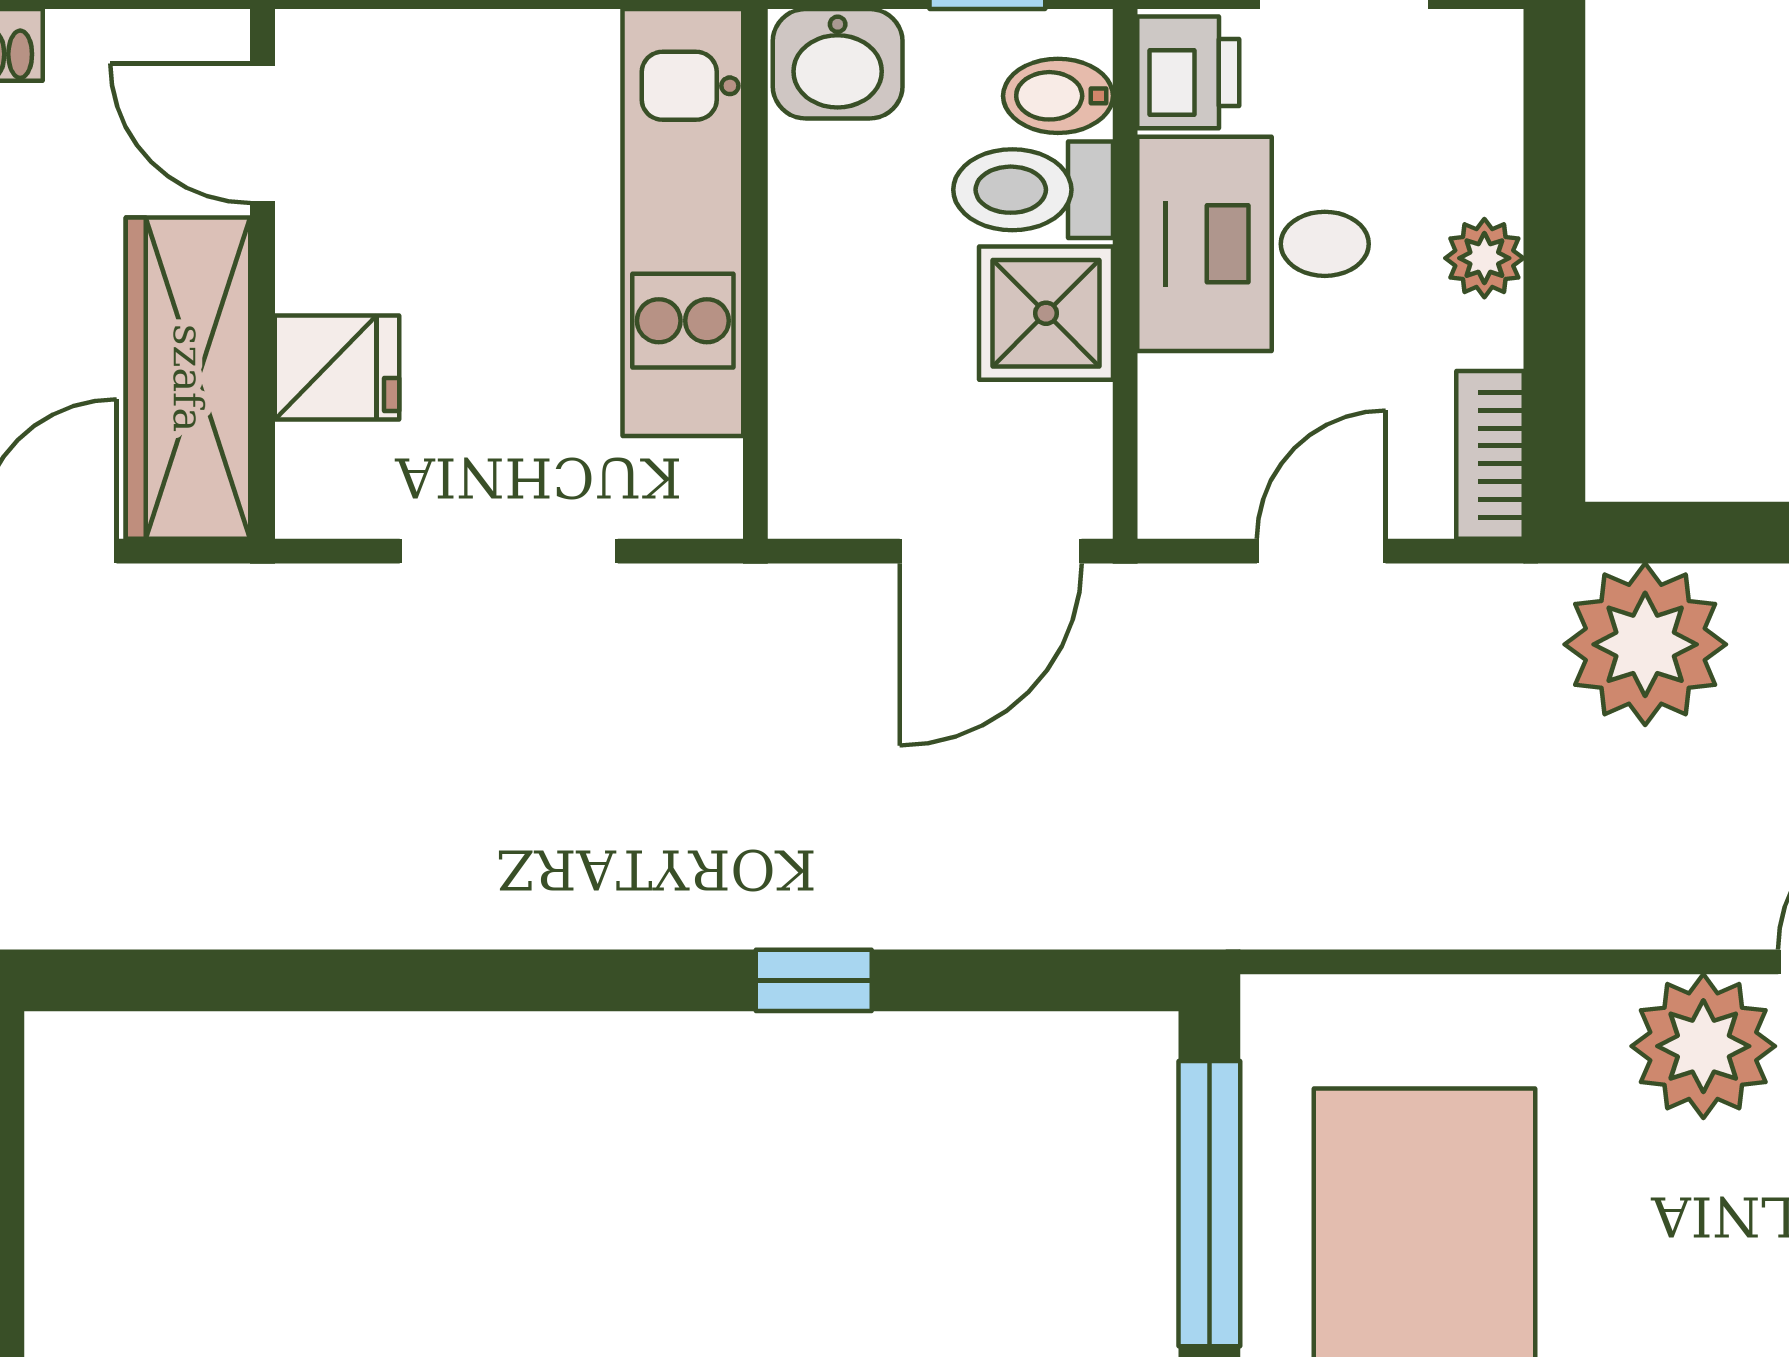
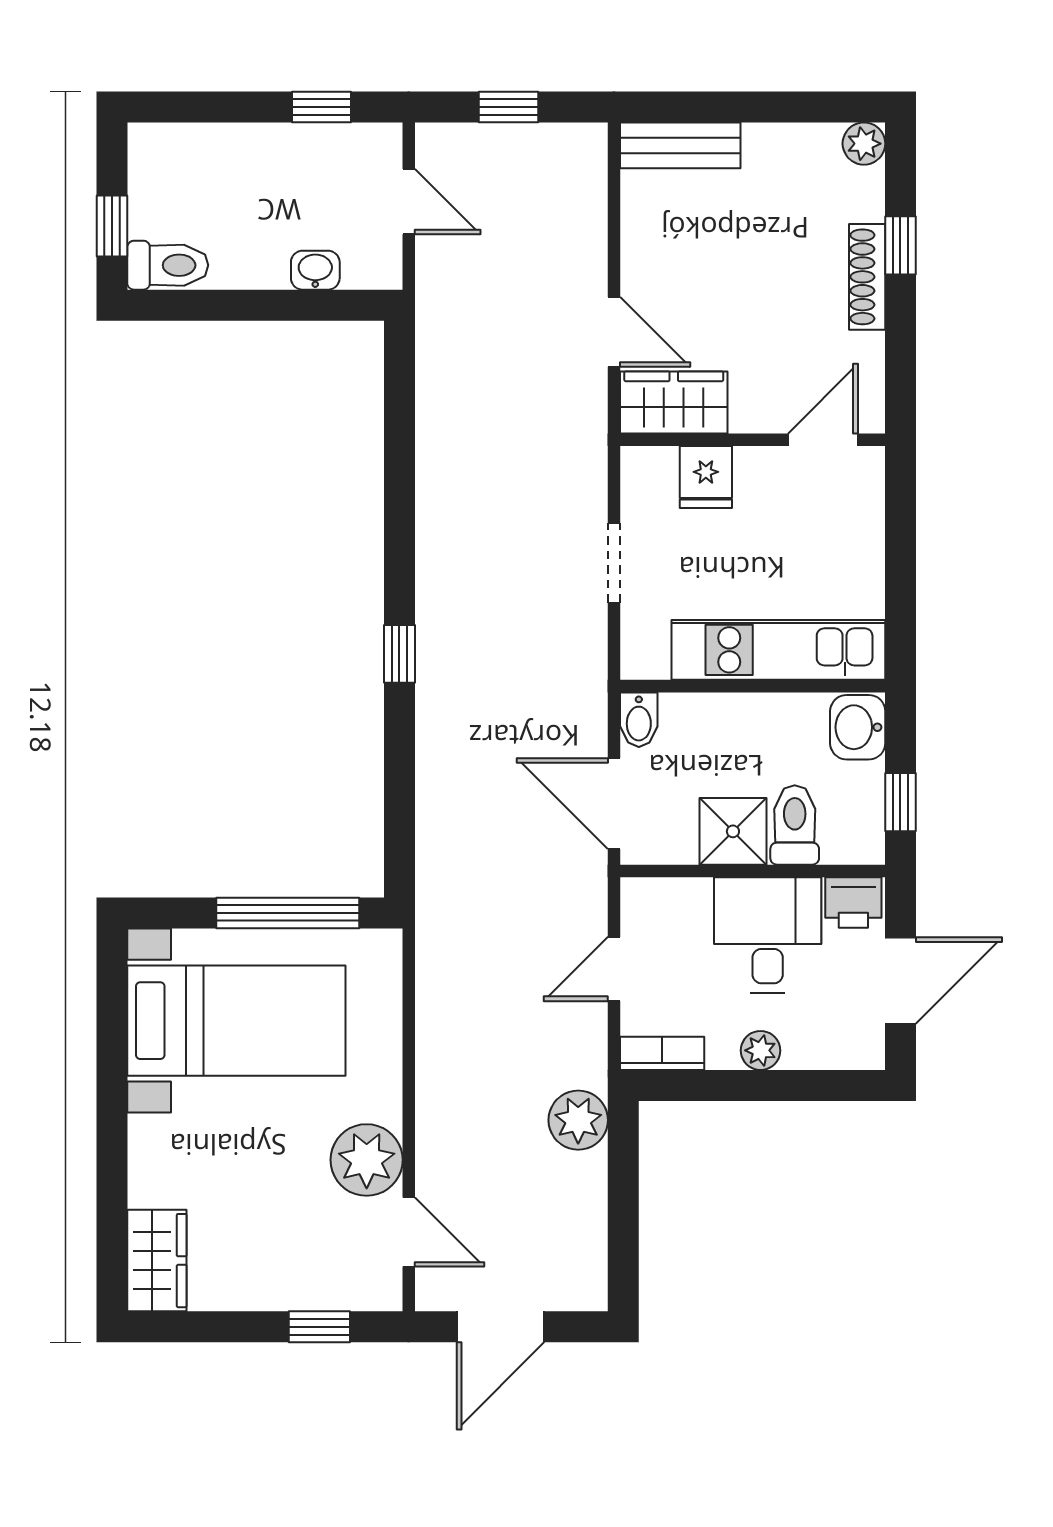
bidet: (1058, 96) -> (639, 720), moved, turned 180
wardrobe: (188, 378) -> (674, 402), width x0.67
doorway: (509, 551) -> (614, 563), width x0.73
door: (1321, 551) -> (614, 969), swing flipped
plant: (1645, 644) -> (578, 1120), width x0.73, depth x0.73
window: (814, 980) -> (399, 654), moved

